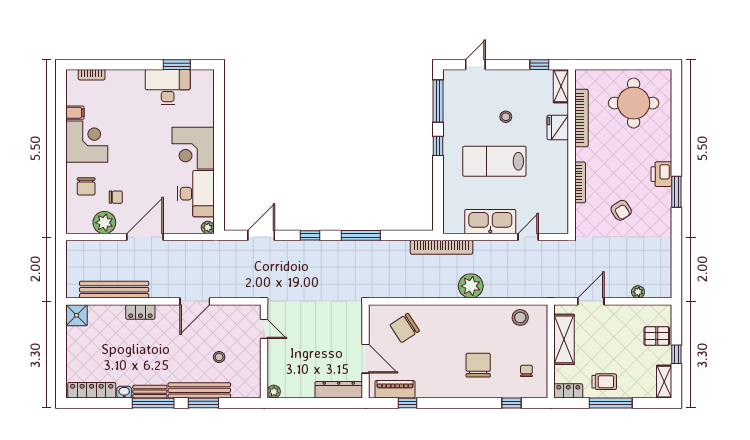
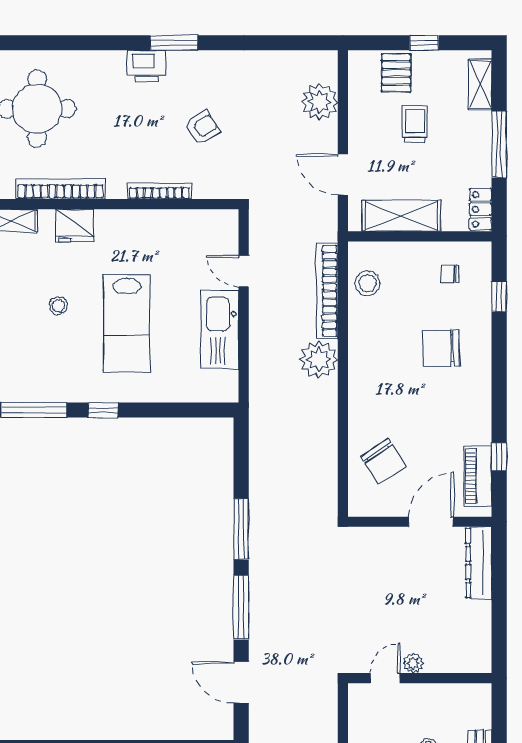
window: (310, 235) -> (241, 607), width x2.17
bookcase: (442, 247) -> (327, 291), moved, turned 180
plant: (638, 292) -> (320, 102), width x1.88, depth x1.88
trolley: (604, 382) -> (415, 124), moved
shelving: (664, 382) -> (480, 84), moved, turned 90
plant: (274, 392) -> (413, 663), moved

